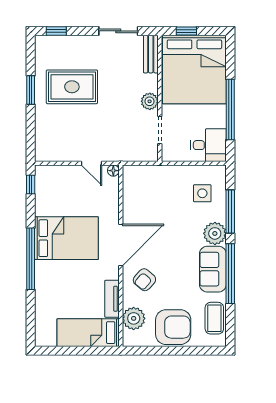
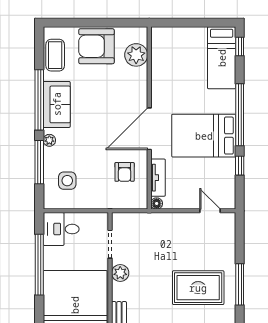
window: (31, 90) -> (240, 284), width x1.44
door: (91, 163) -> (210, 211), moved
window: (31, 184) -> (240, 166), moved
plant: (215, 233) -> (49, 140), width x0.53, depth x0.53
armchair: (144, 280) -> (125, 172), moved, turned 139
tv unit: (112, 299) -> (158, 178), moved
window: (31, 327) -> (240, 47), added
bed: (88, 333) -> (222, 58), moved, turned 90

